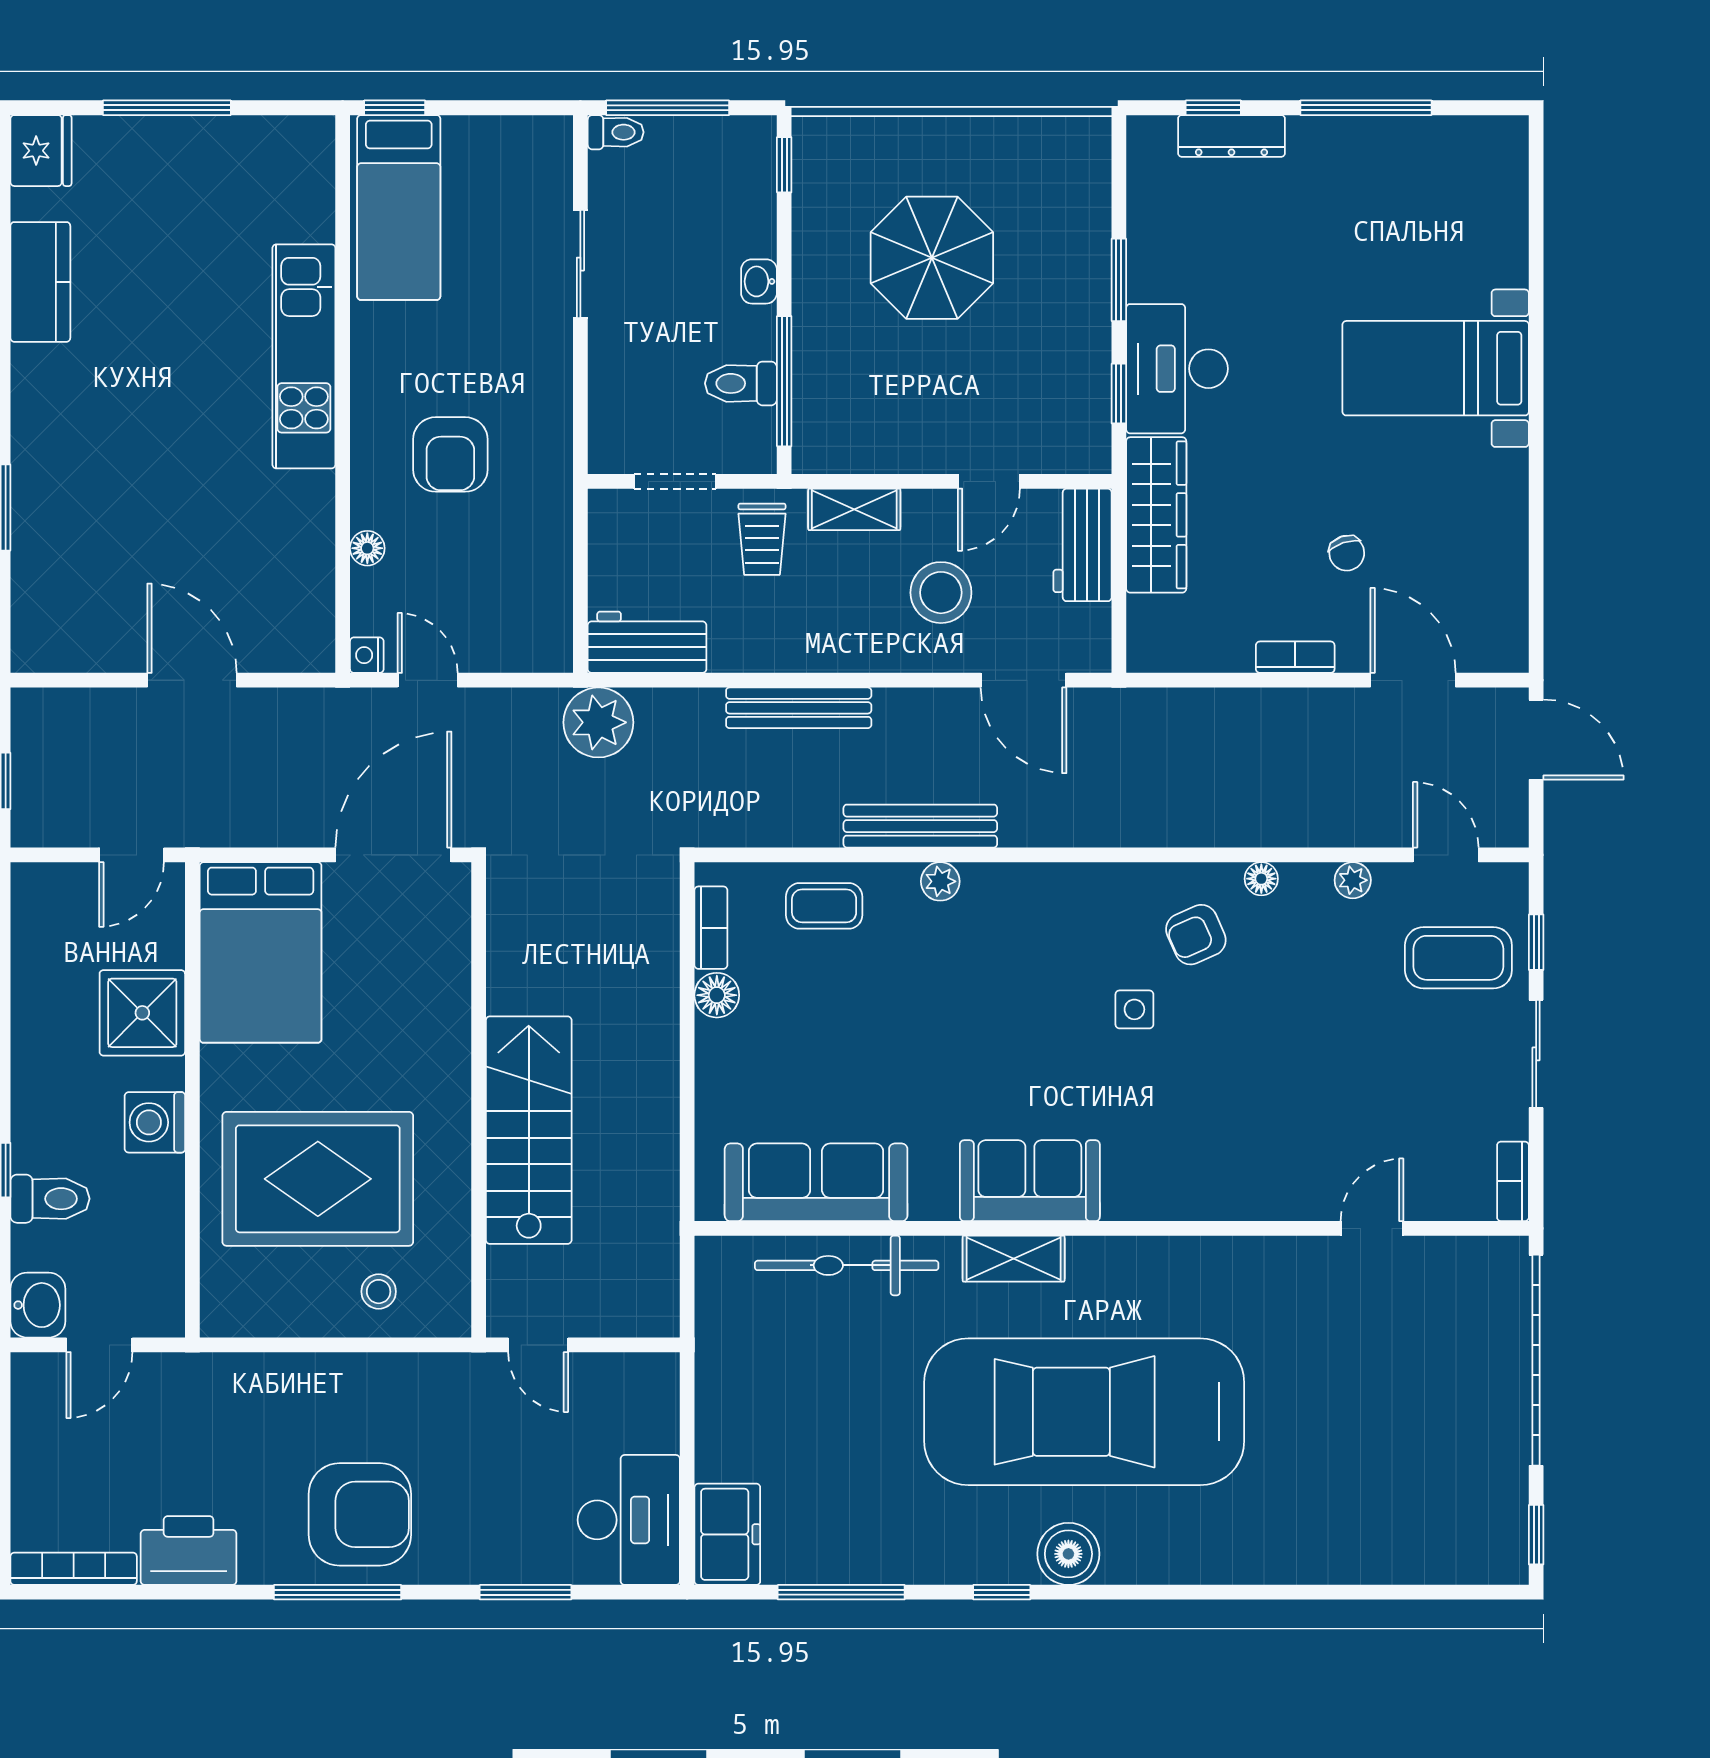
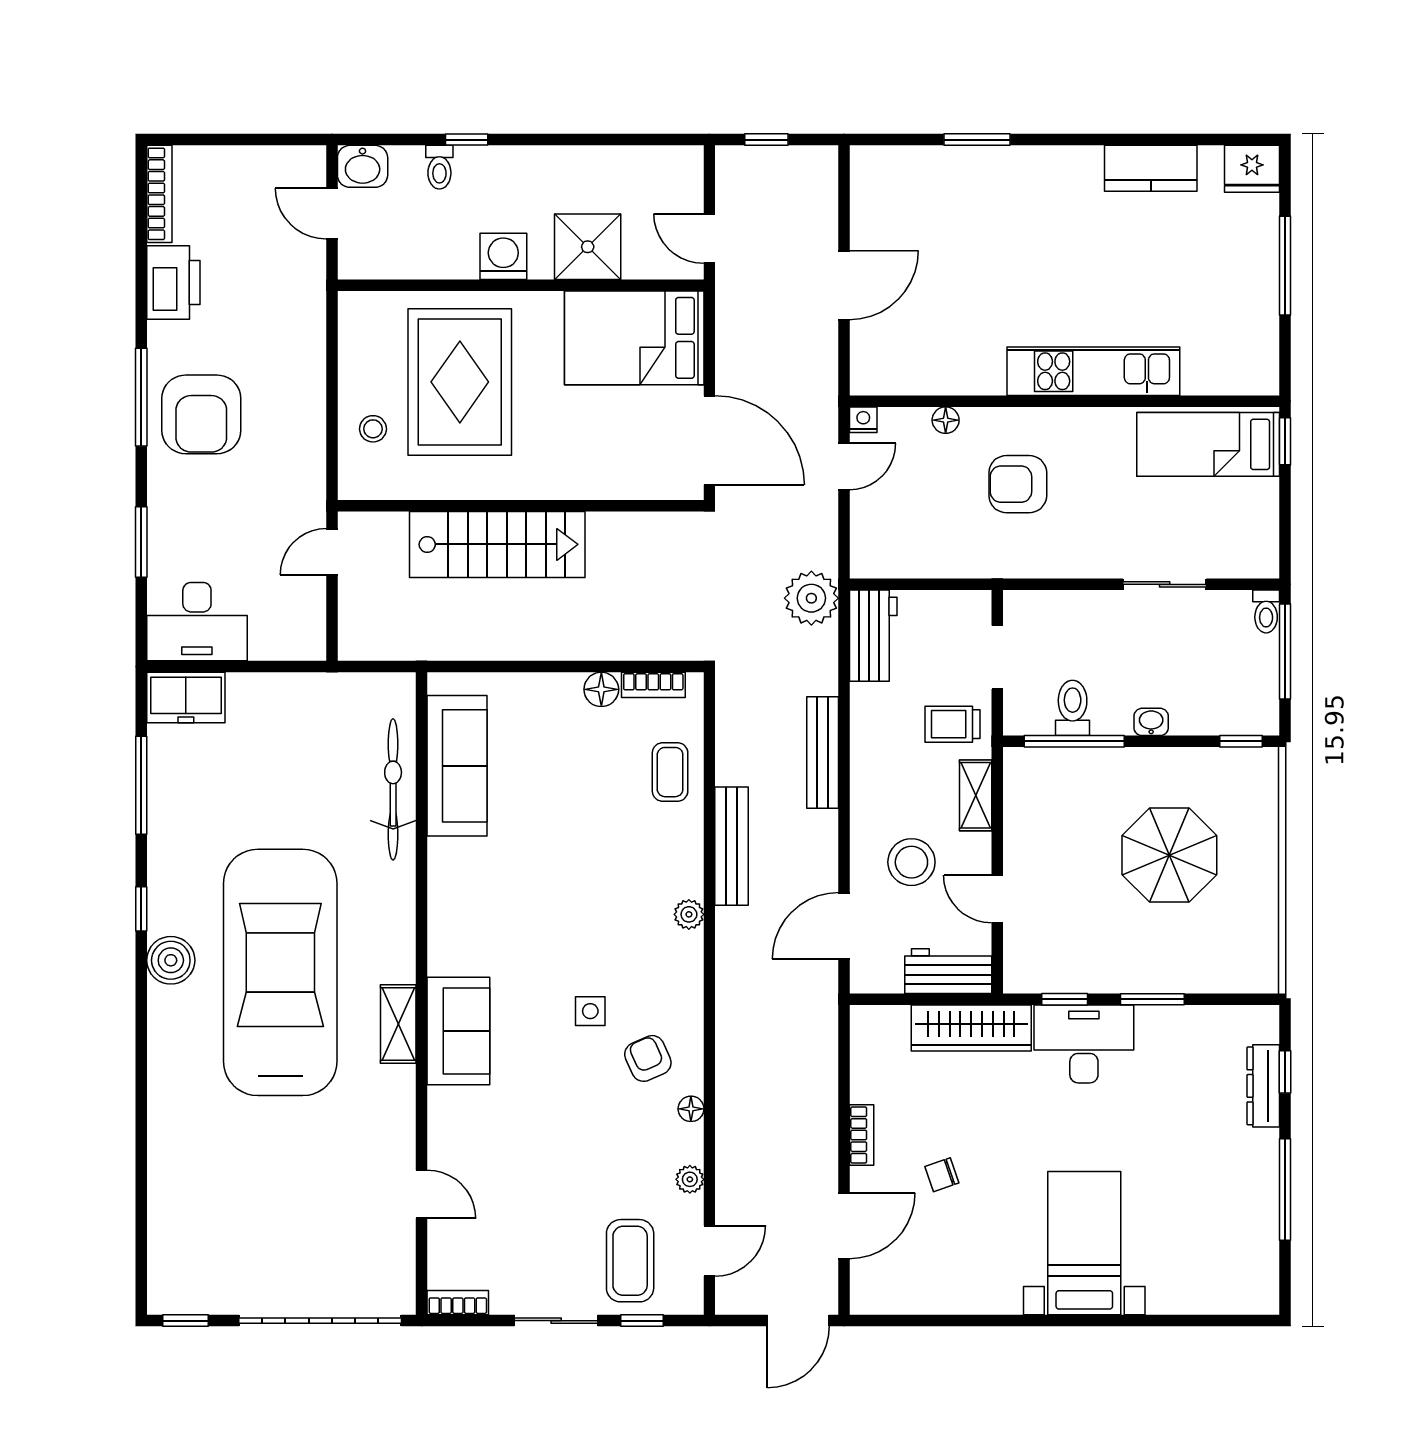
plant: (940, 881) -> (689, 914), moved
sofa: (1030, 1181) -> (458, 1031), moved
toilet: (50, 1199) -> (439, 167), width x0.73, depth x0.72
shelving: (1014, 1259) -> (398, 1024), moved

